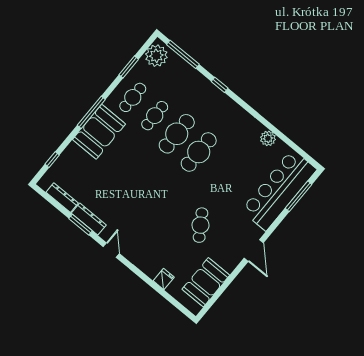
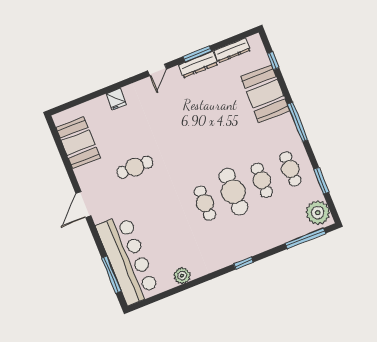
window: (220, 85) -> (244, 263), moved
booth: (99, 132) -> (265, 94), moved
cafe table: (199, 152) -> (205, 203), width x0.73, depth x0.74
cafe table: (201, 225) -> (135, 167), turned -57
door: (111, 250) -> (157, 70), hinge flipped
door: (254, 250) -> (83, 204), hinge flipped
fridge: (164, 279) -> (116, 99), moved

